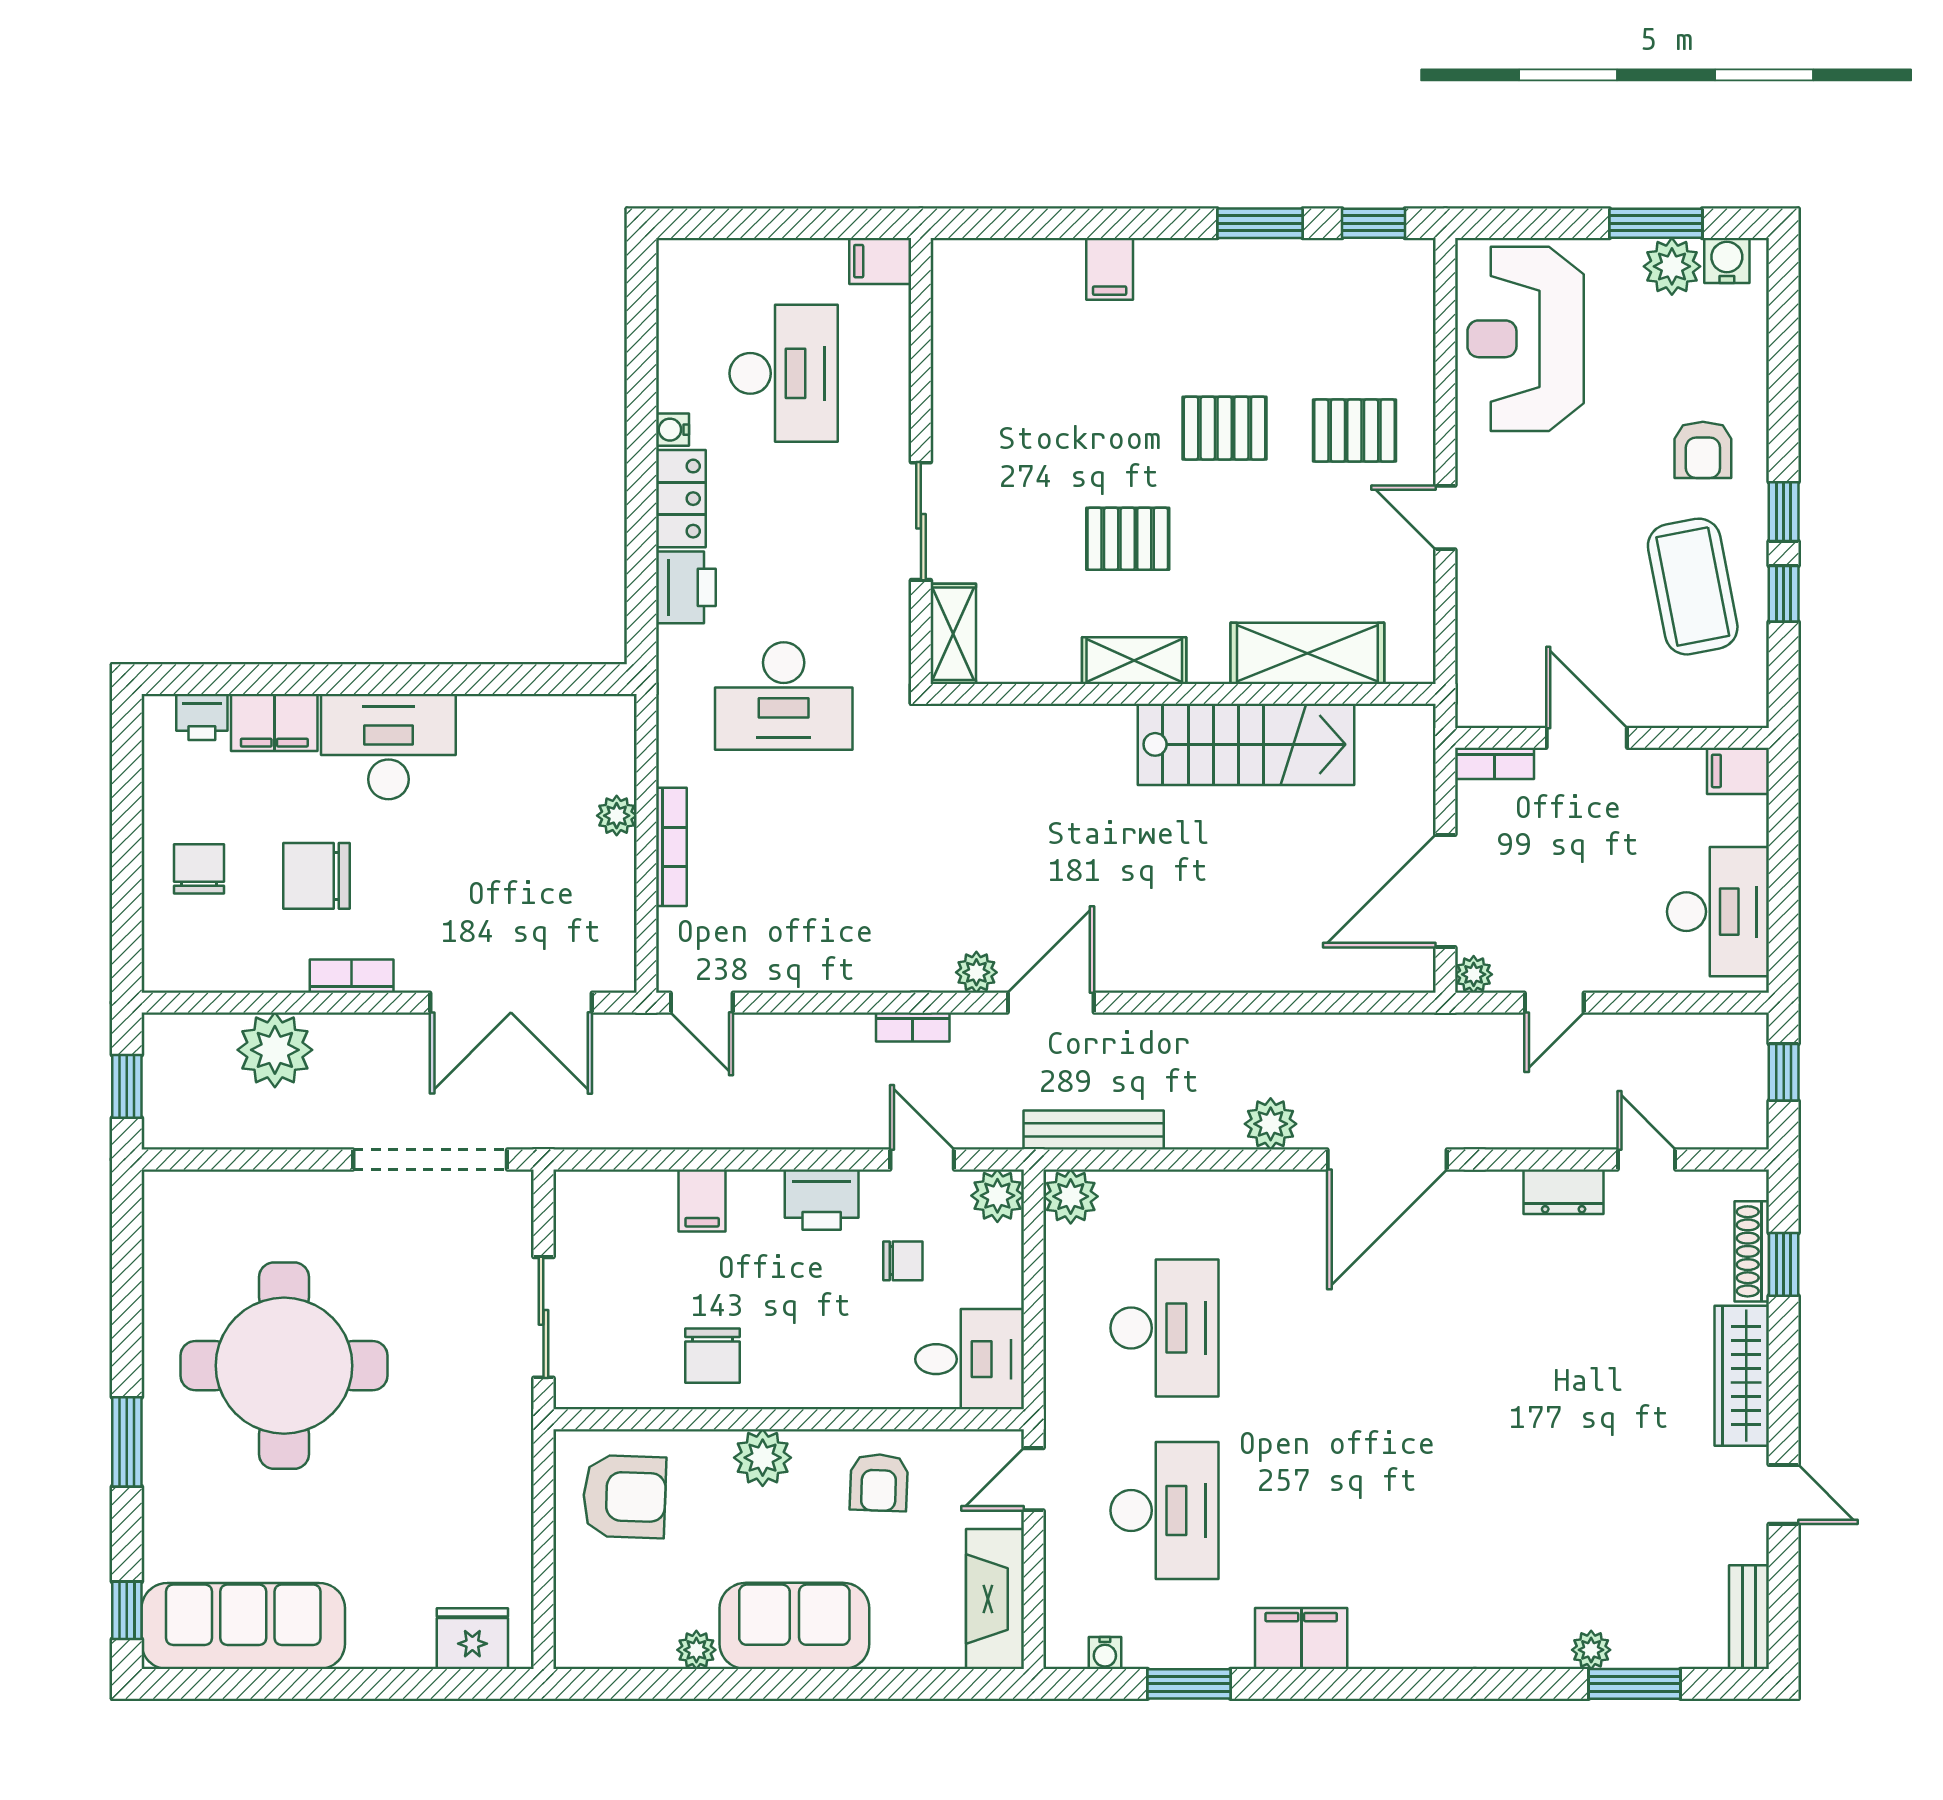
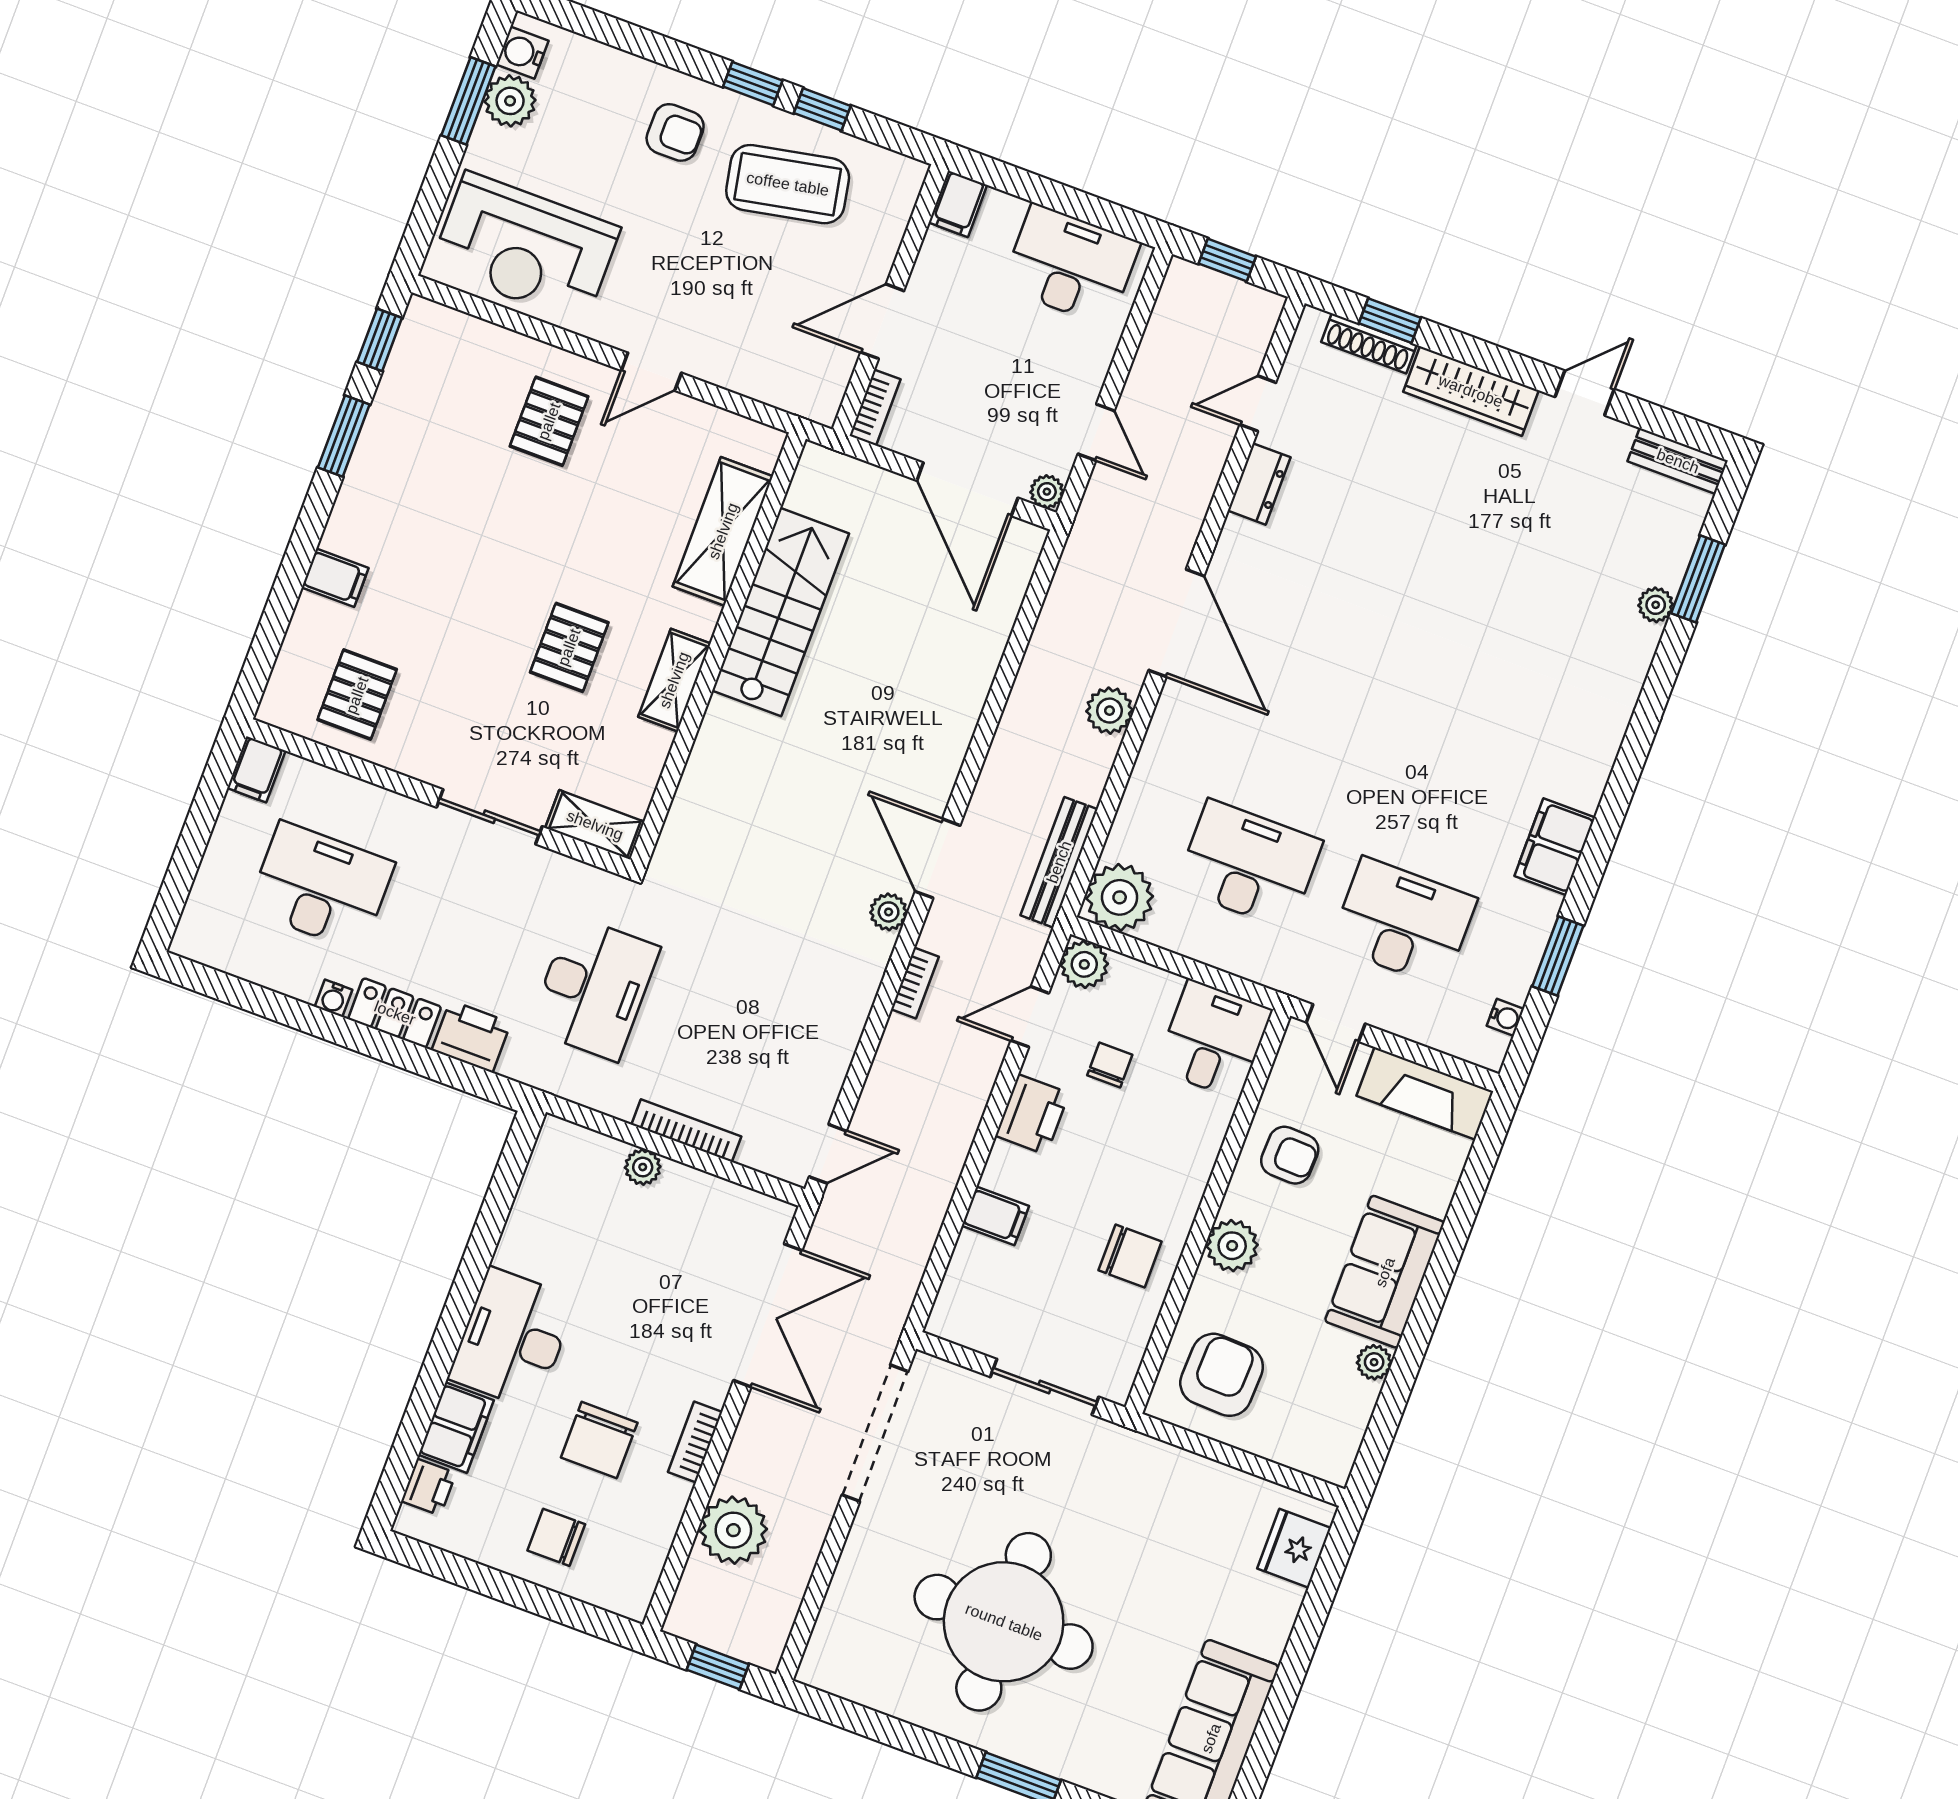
pallet: (1225, 428) -> (357, 695), moved
plant: (1071, 1196) -> (1120, 897), width x1.36, depth x1.36

